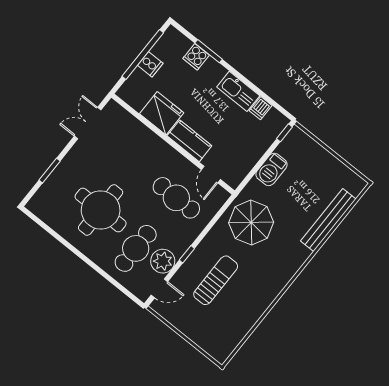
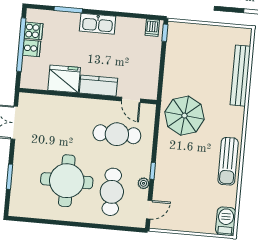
cooker: (196, 57) -> (33, 31), moved, turned -90
kitchen sink: (238, 91) -> (98, 24), moved
dishwasher: (261, 108) -> (152, 28), moved
barbecue: (272, 169) -> (226, 221), moved, turned 180
plant: (163, 261) -> (144, 183), width x0.53, depth x0.53
sun lounger: (216, 280) -> (228, 161), moved, turned 180

